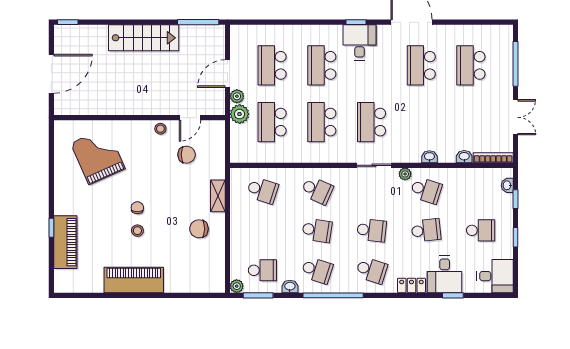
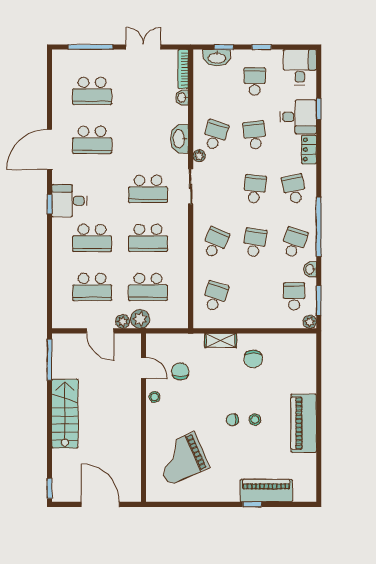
washbasin: (429, 157) -> (179, 139), width x1.91, depth x1.45
washbasin: (507, 185) -> (217, 58), width x1.91, depth x1.45
school desk: (372, 270) -> (294, 189), turned -30

